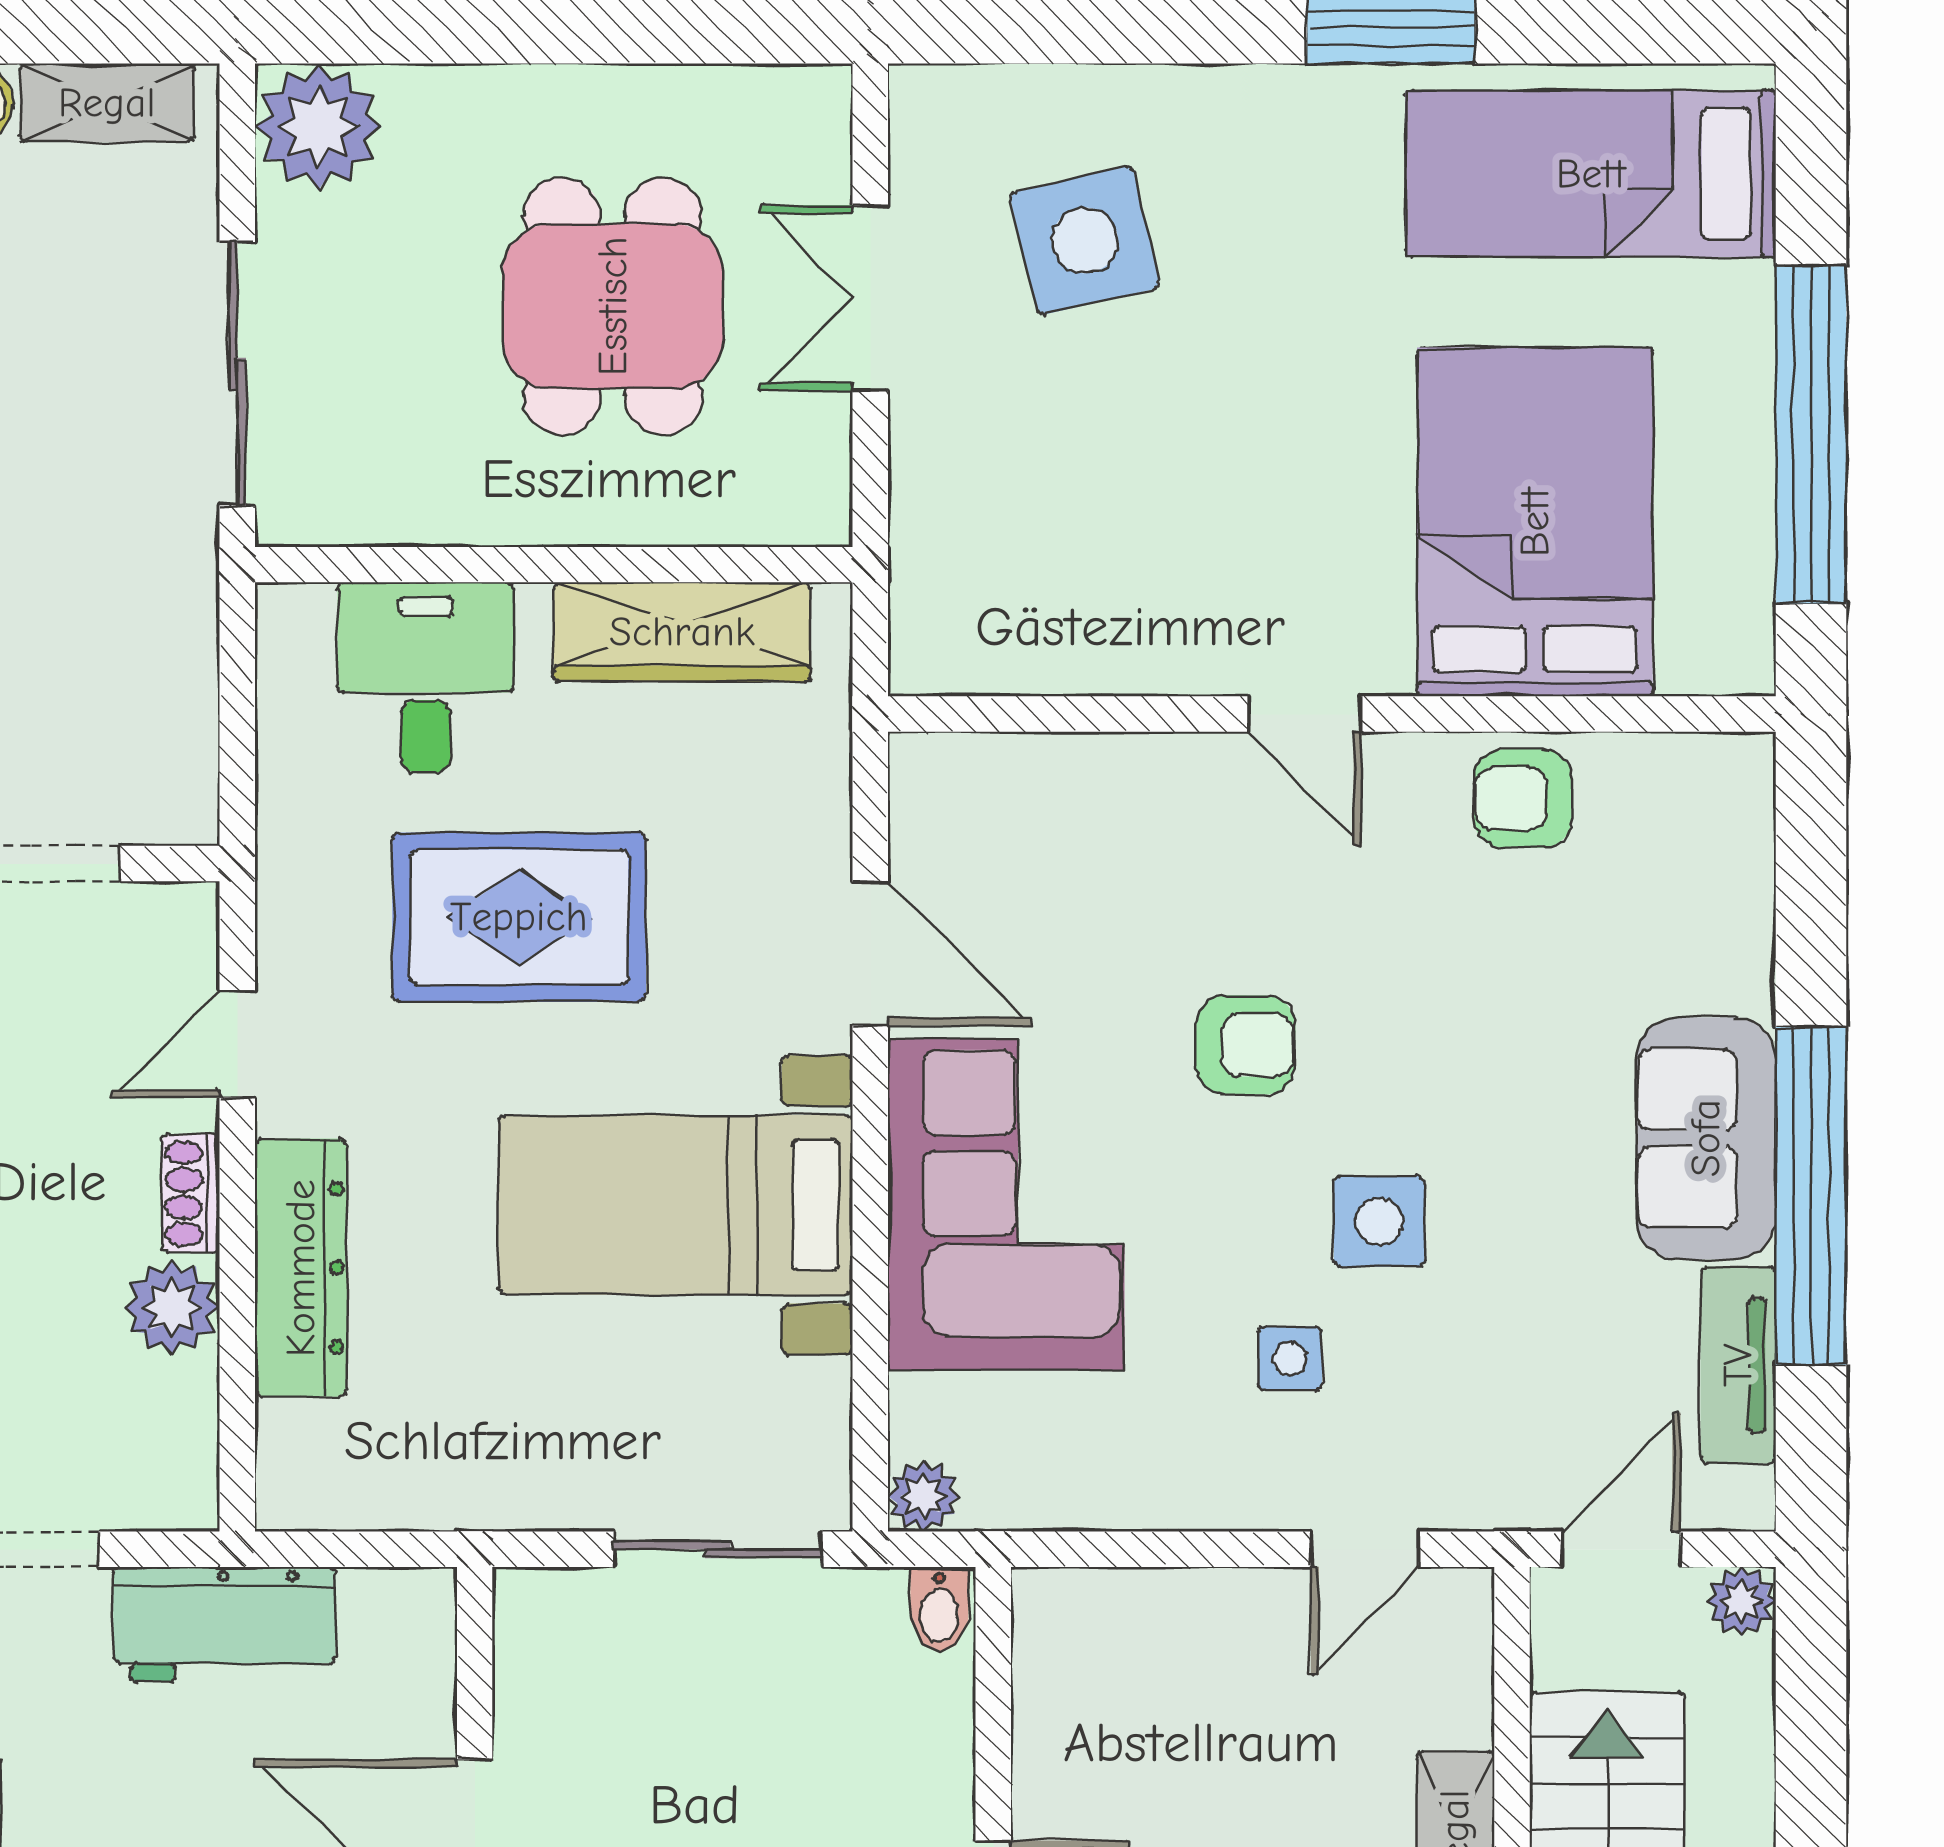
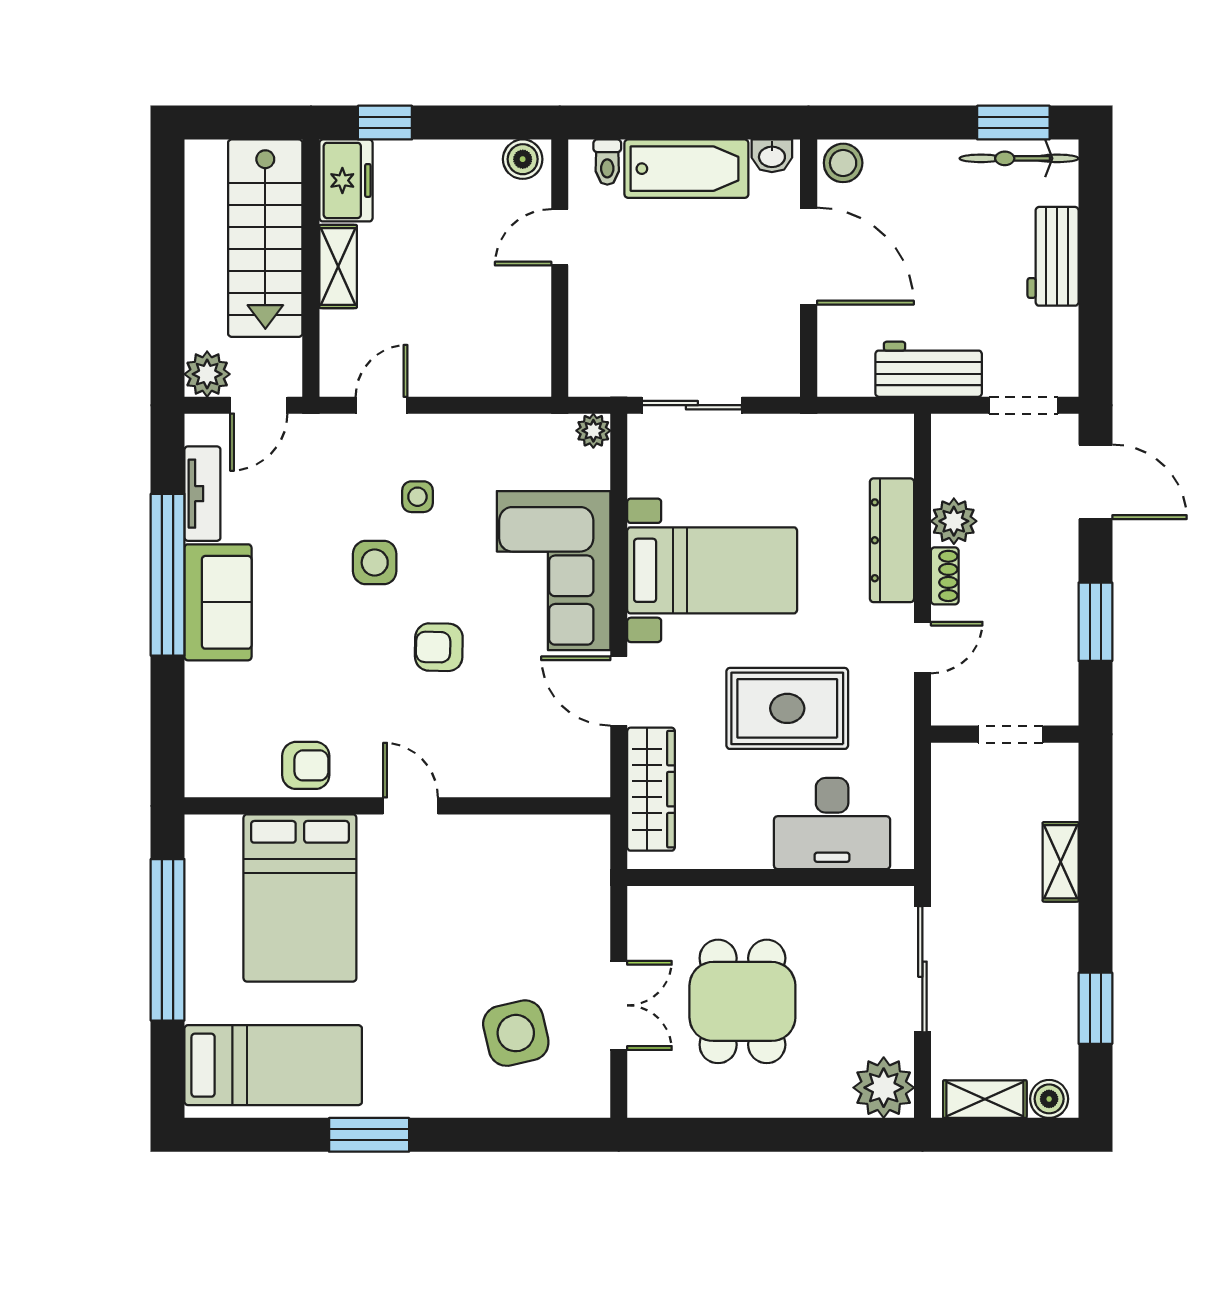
wardrobe: (682, 632) -> (651, 789), moved, turned 90
desk: (426, 677) -> (832, 824), width x1.37
plant: (1741, 1601) -> (207, 374), width x1.38, depth x1.38
bidet: (939, 1610) -> (586, 376), removed

